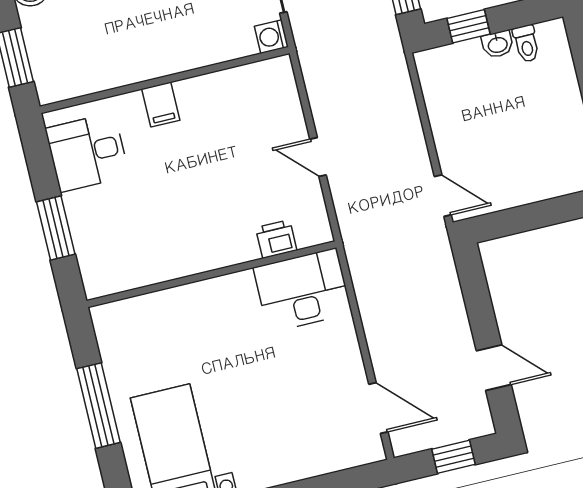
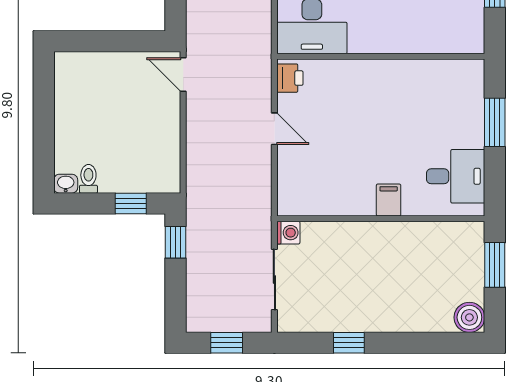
washbasin: (498, 44) -> (66, 184), moved
printer: (276, 239) -> (290, 78), moved, turned -90

